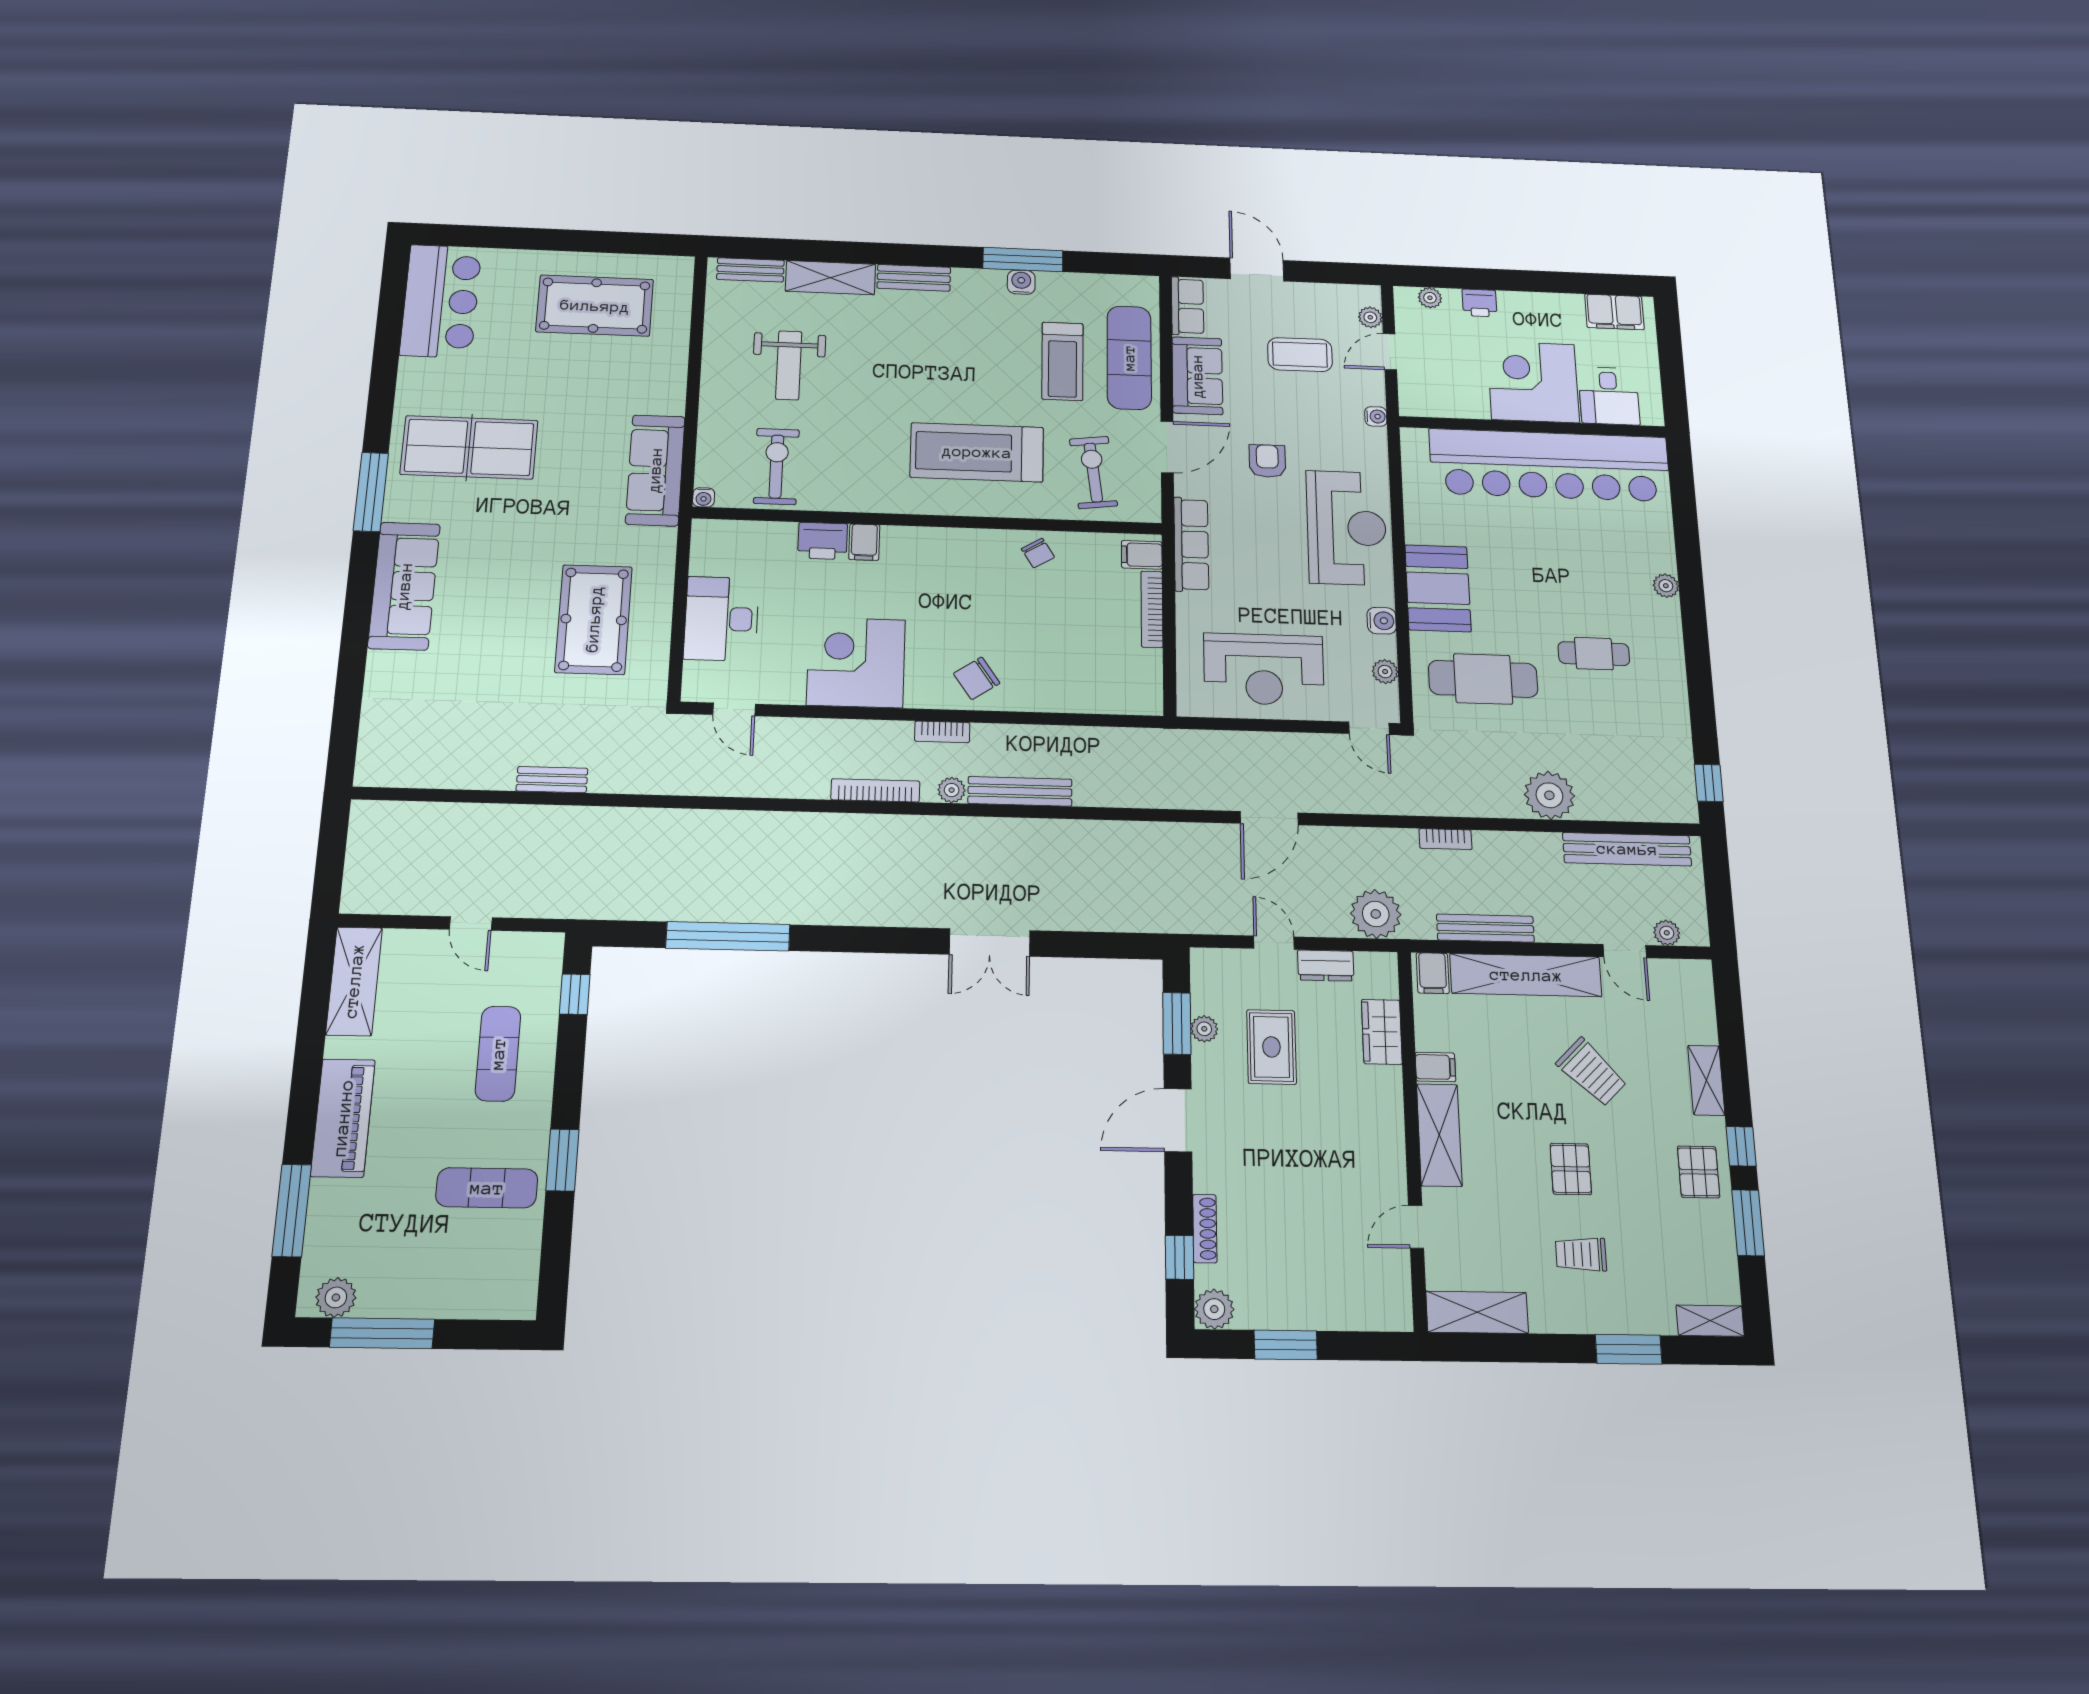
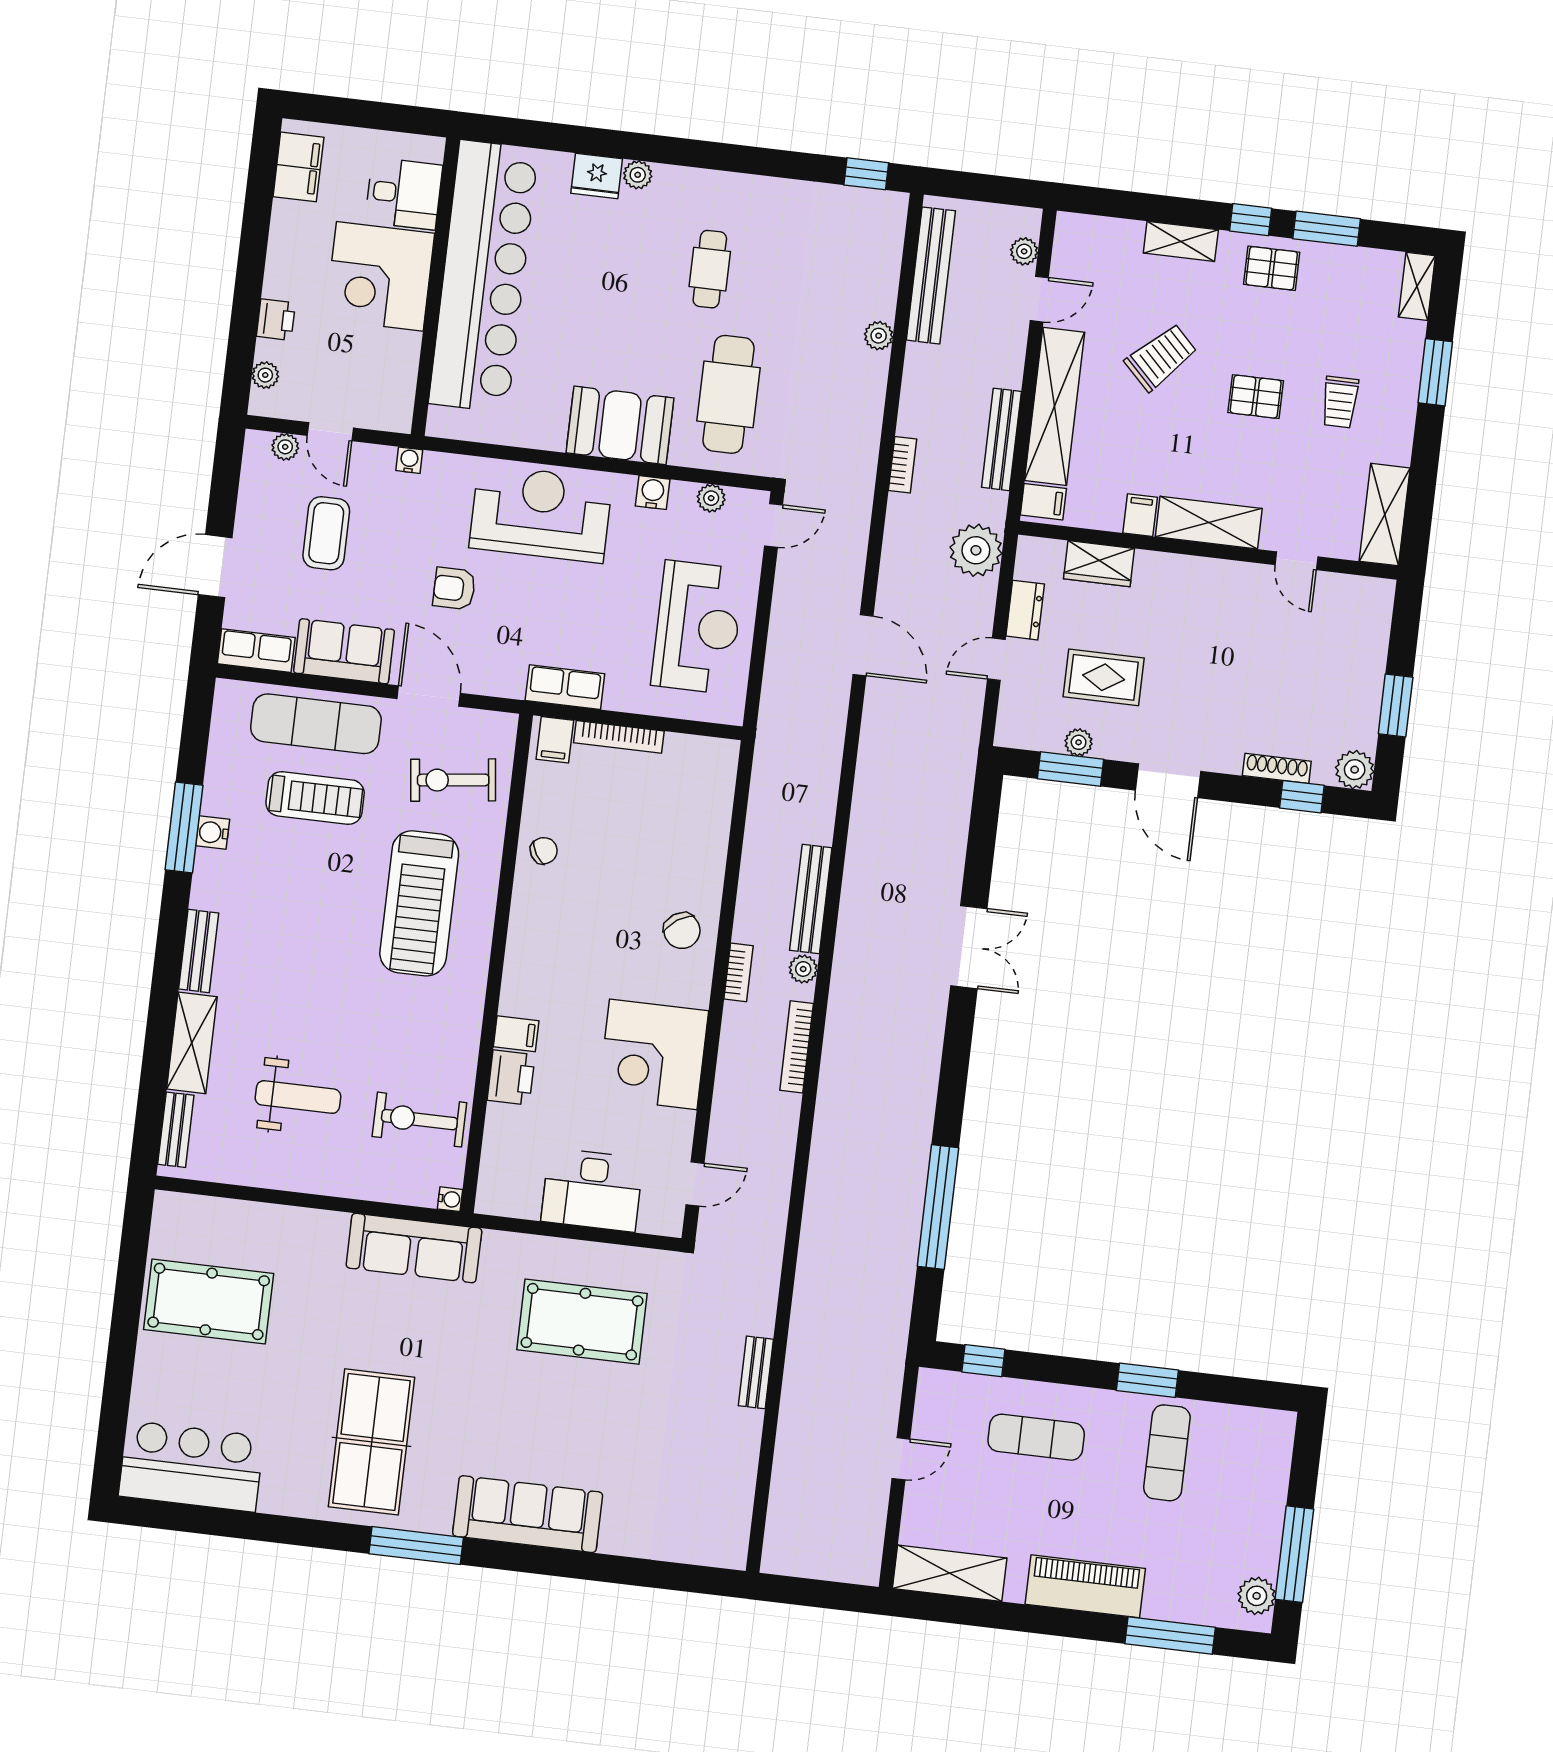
pool table: (595, 306) -> (209, 1301), turned 90
row of seats: (1191, 544) -> (565, 687), width x0.68
fridge: (1657, 551) -> (597, 176), added
plant: (1549, 795) -> (879, 336), width x0.53, depth x0.53

